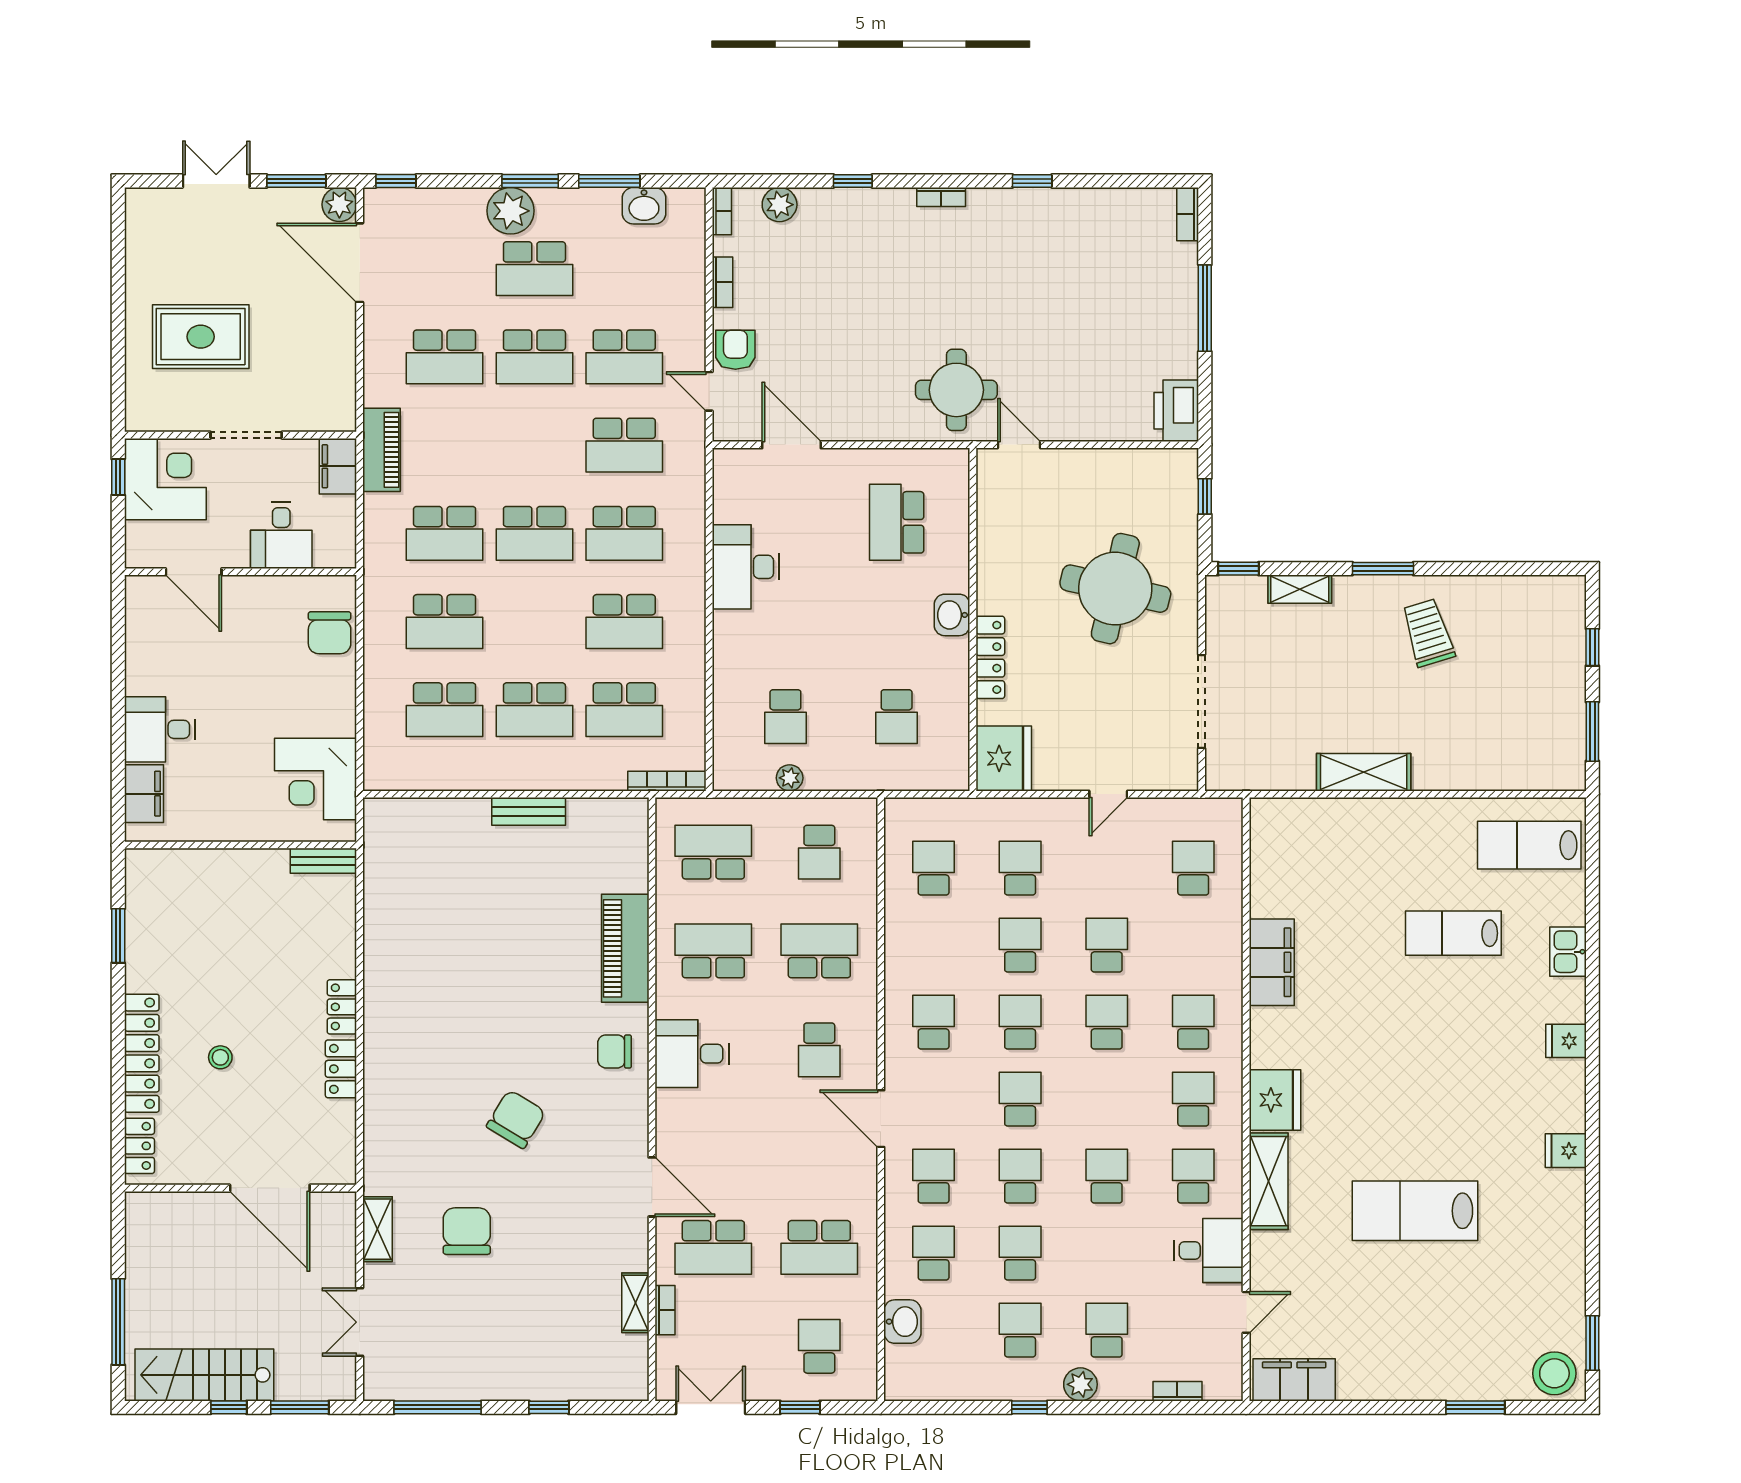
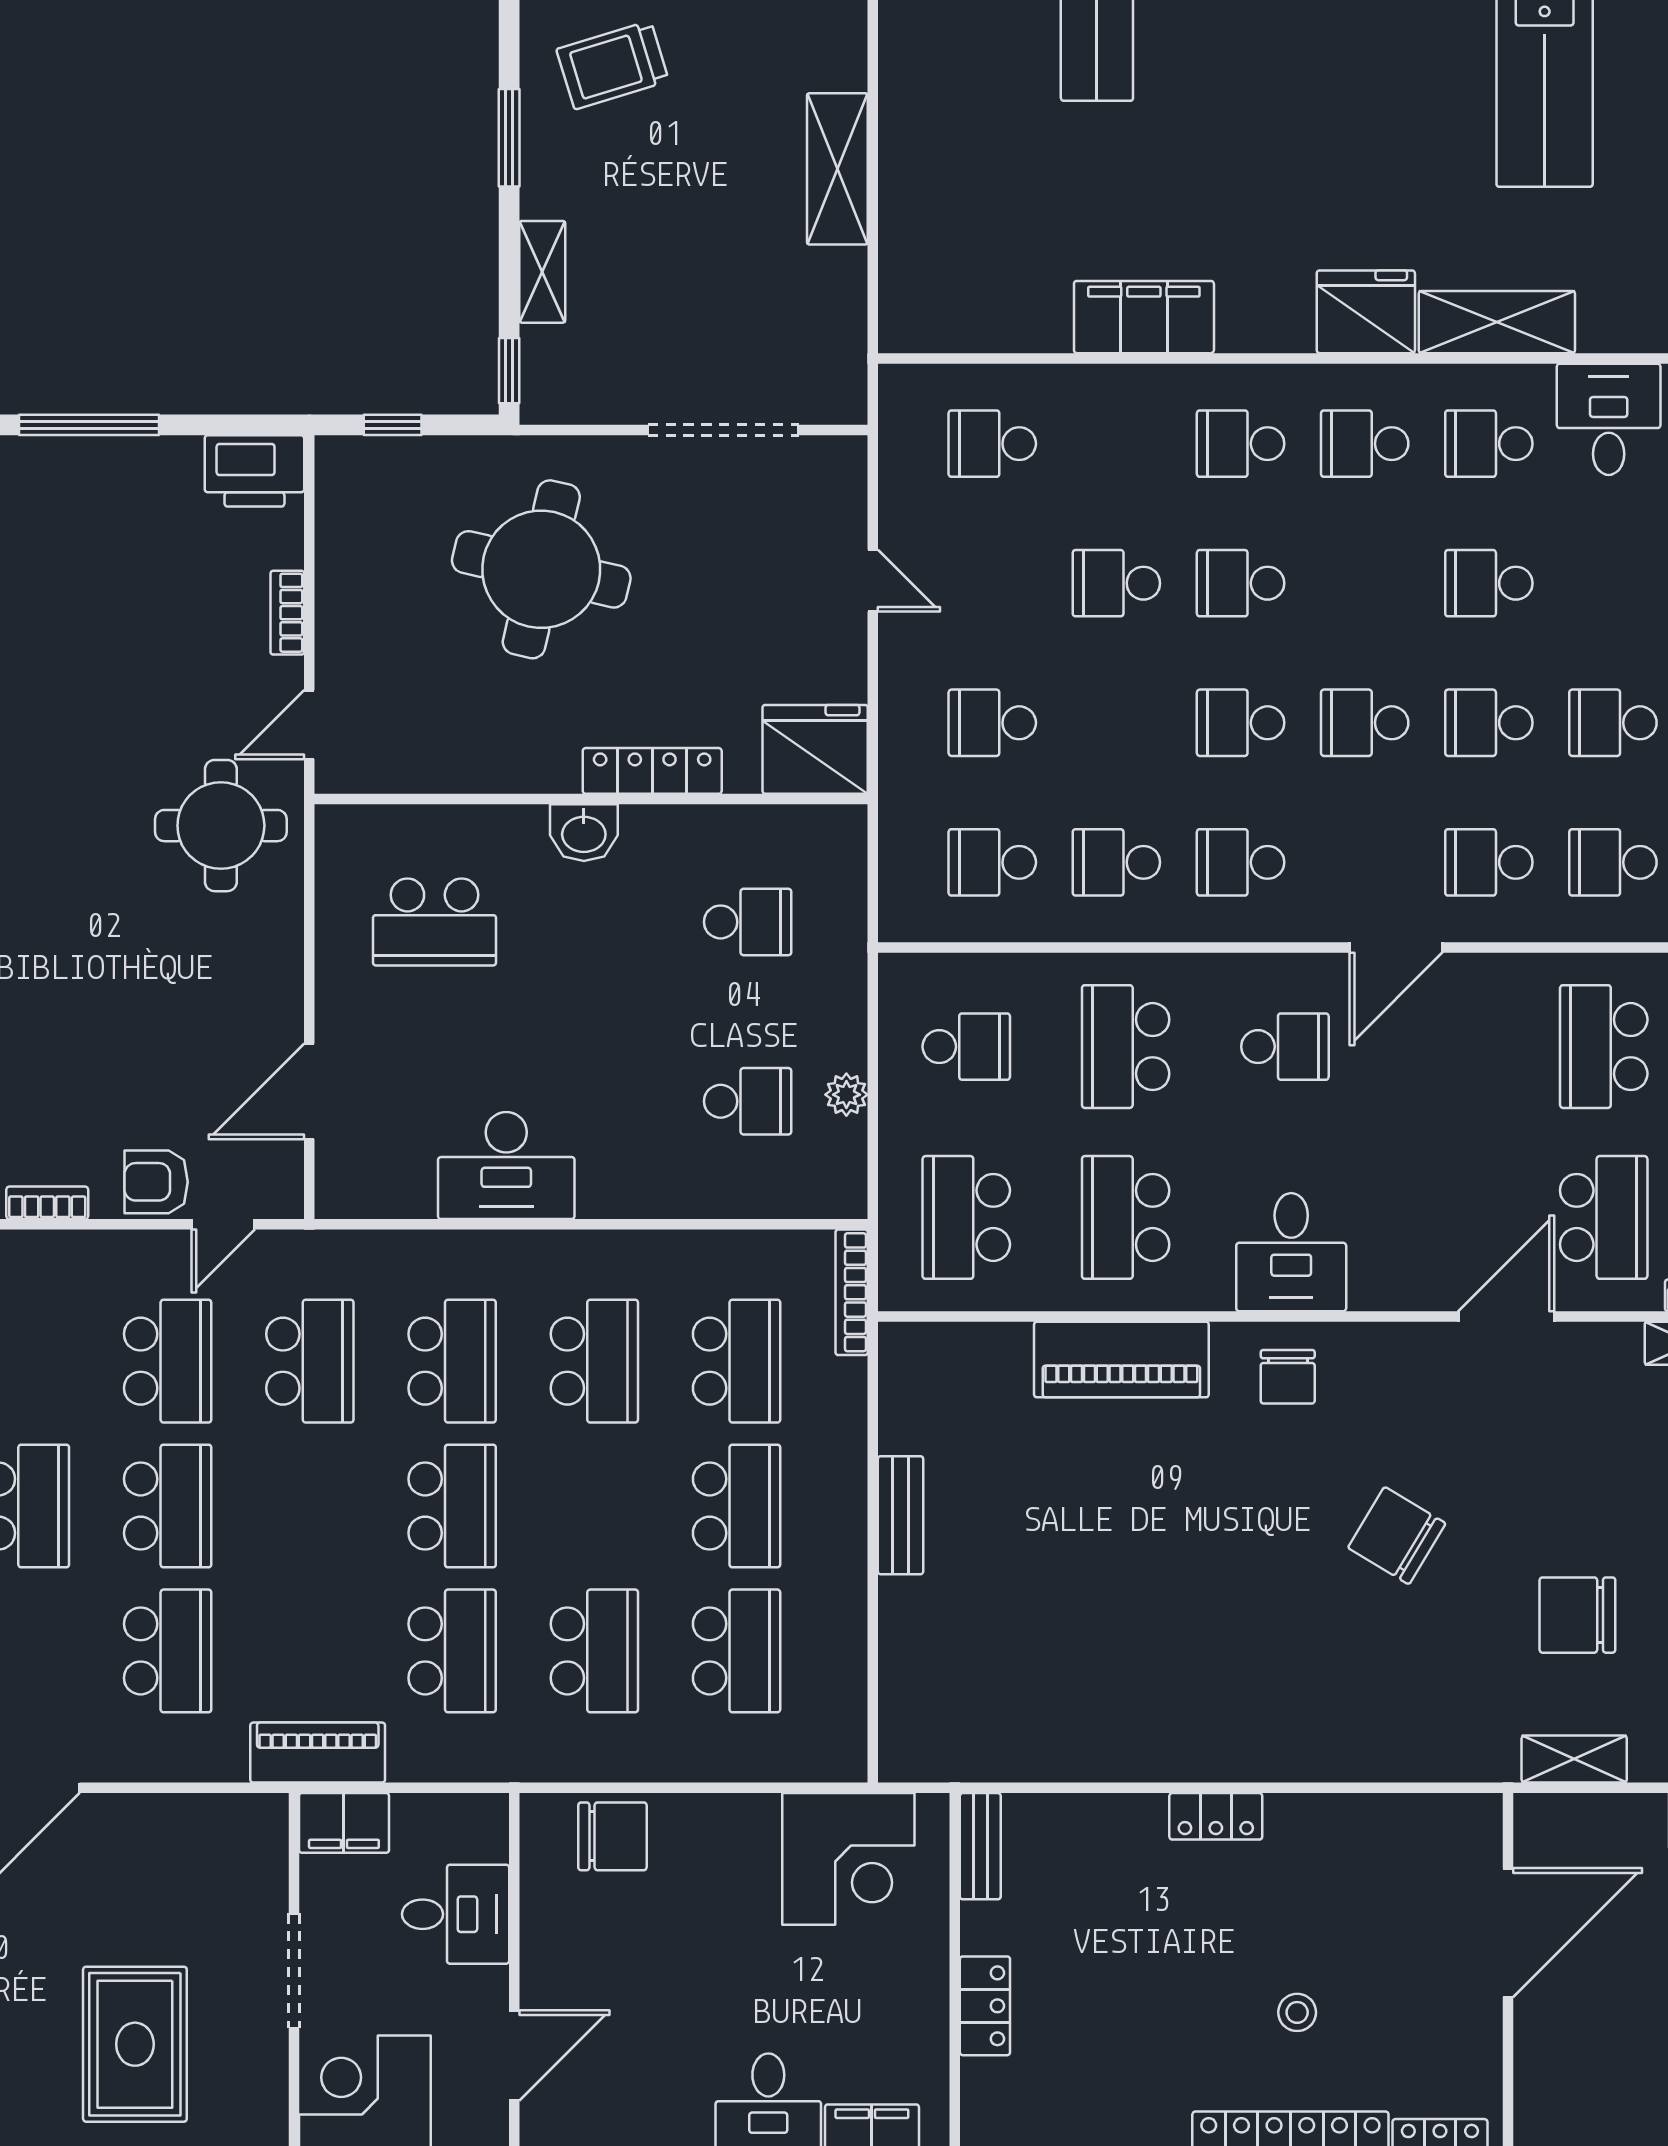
bookcase: (1088, 431) -> (287, 613), added
school desk: (1020, 945) -> (1116, 862), moved
locker: (341, 1069) -> (985, 2006), moved, turned -90
school desk: (819, 1247) -> (1604, 1047), turned 180

